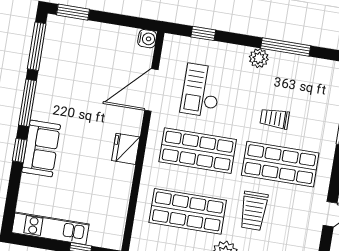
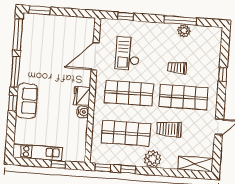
water cooler: (147, 39) -> (83, 112), moved
plant: (259, 58) -> (184, 31), moved
trolley: (254, 211) -> (169, 129), turned 90

